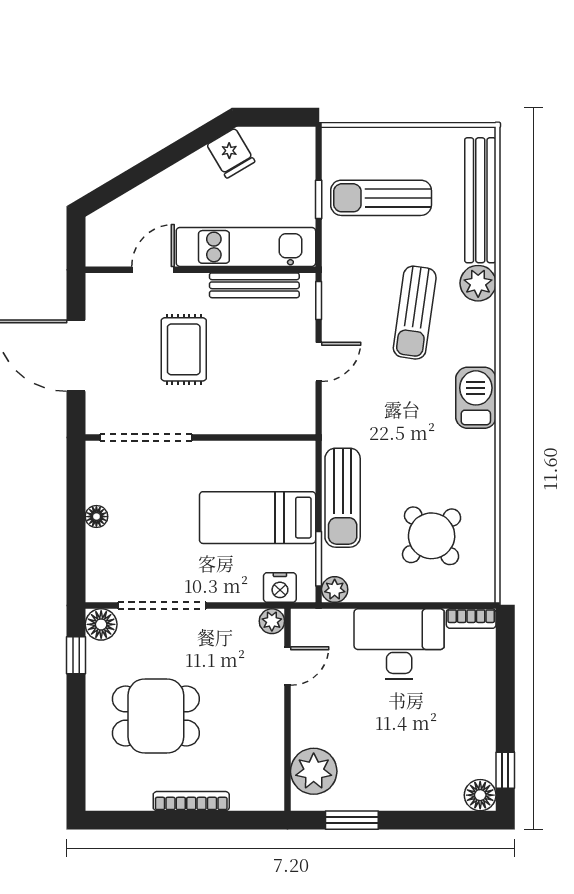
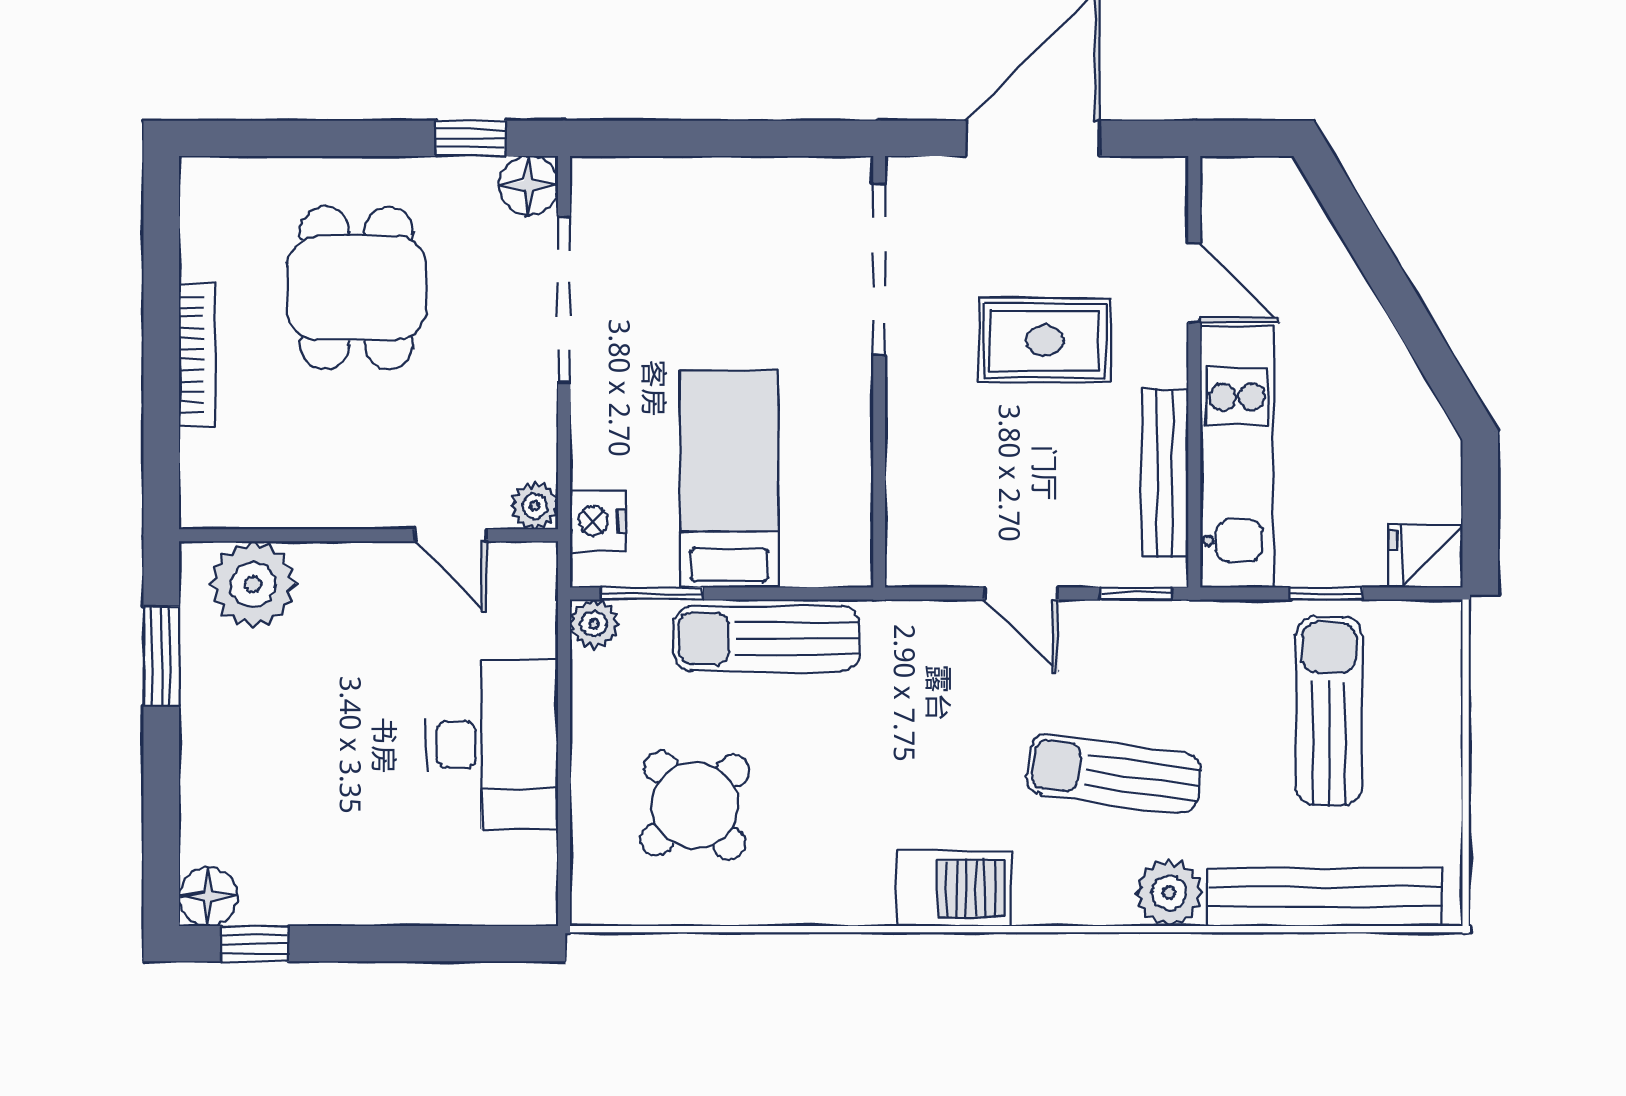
fridge: (231, 153) -> (1426, 557), moved, turned 31
floor lamp: (96, 517) -> (731, 177), removed
bookcase: (471, 619) -> (540, 880), removed

